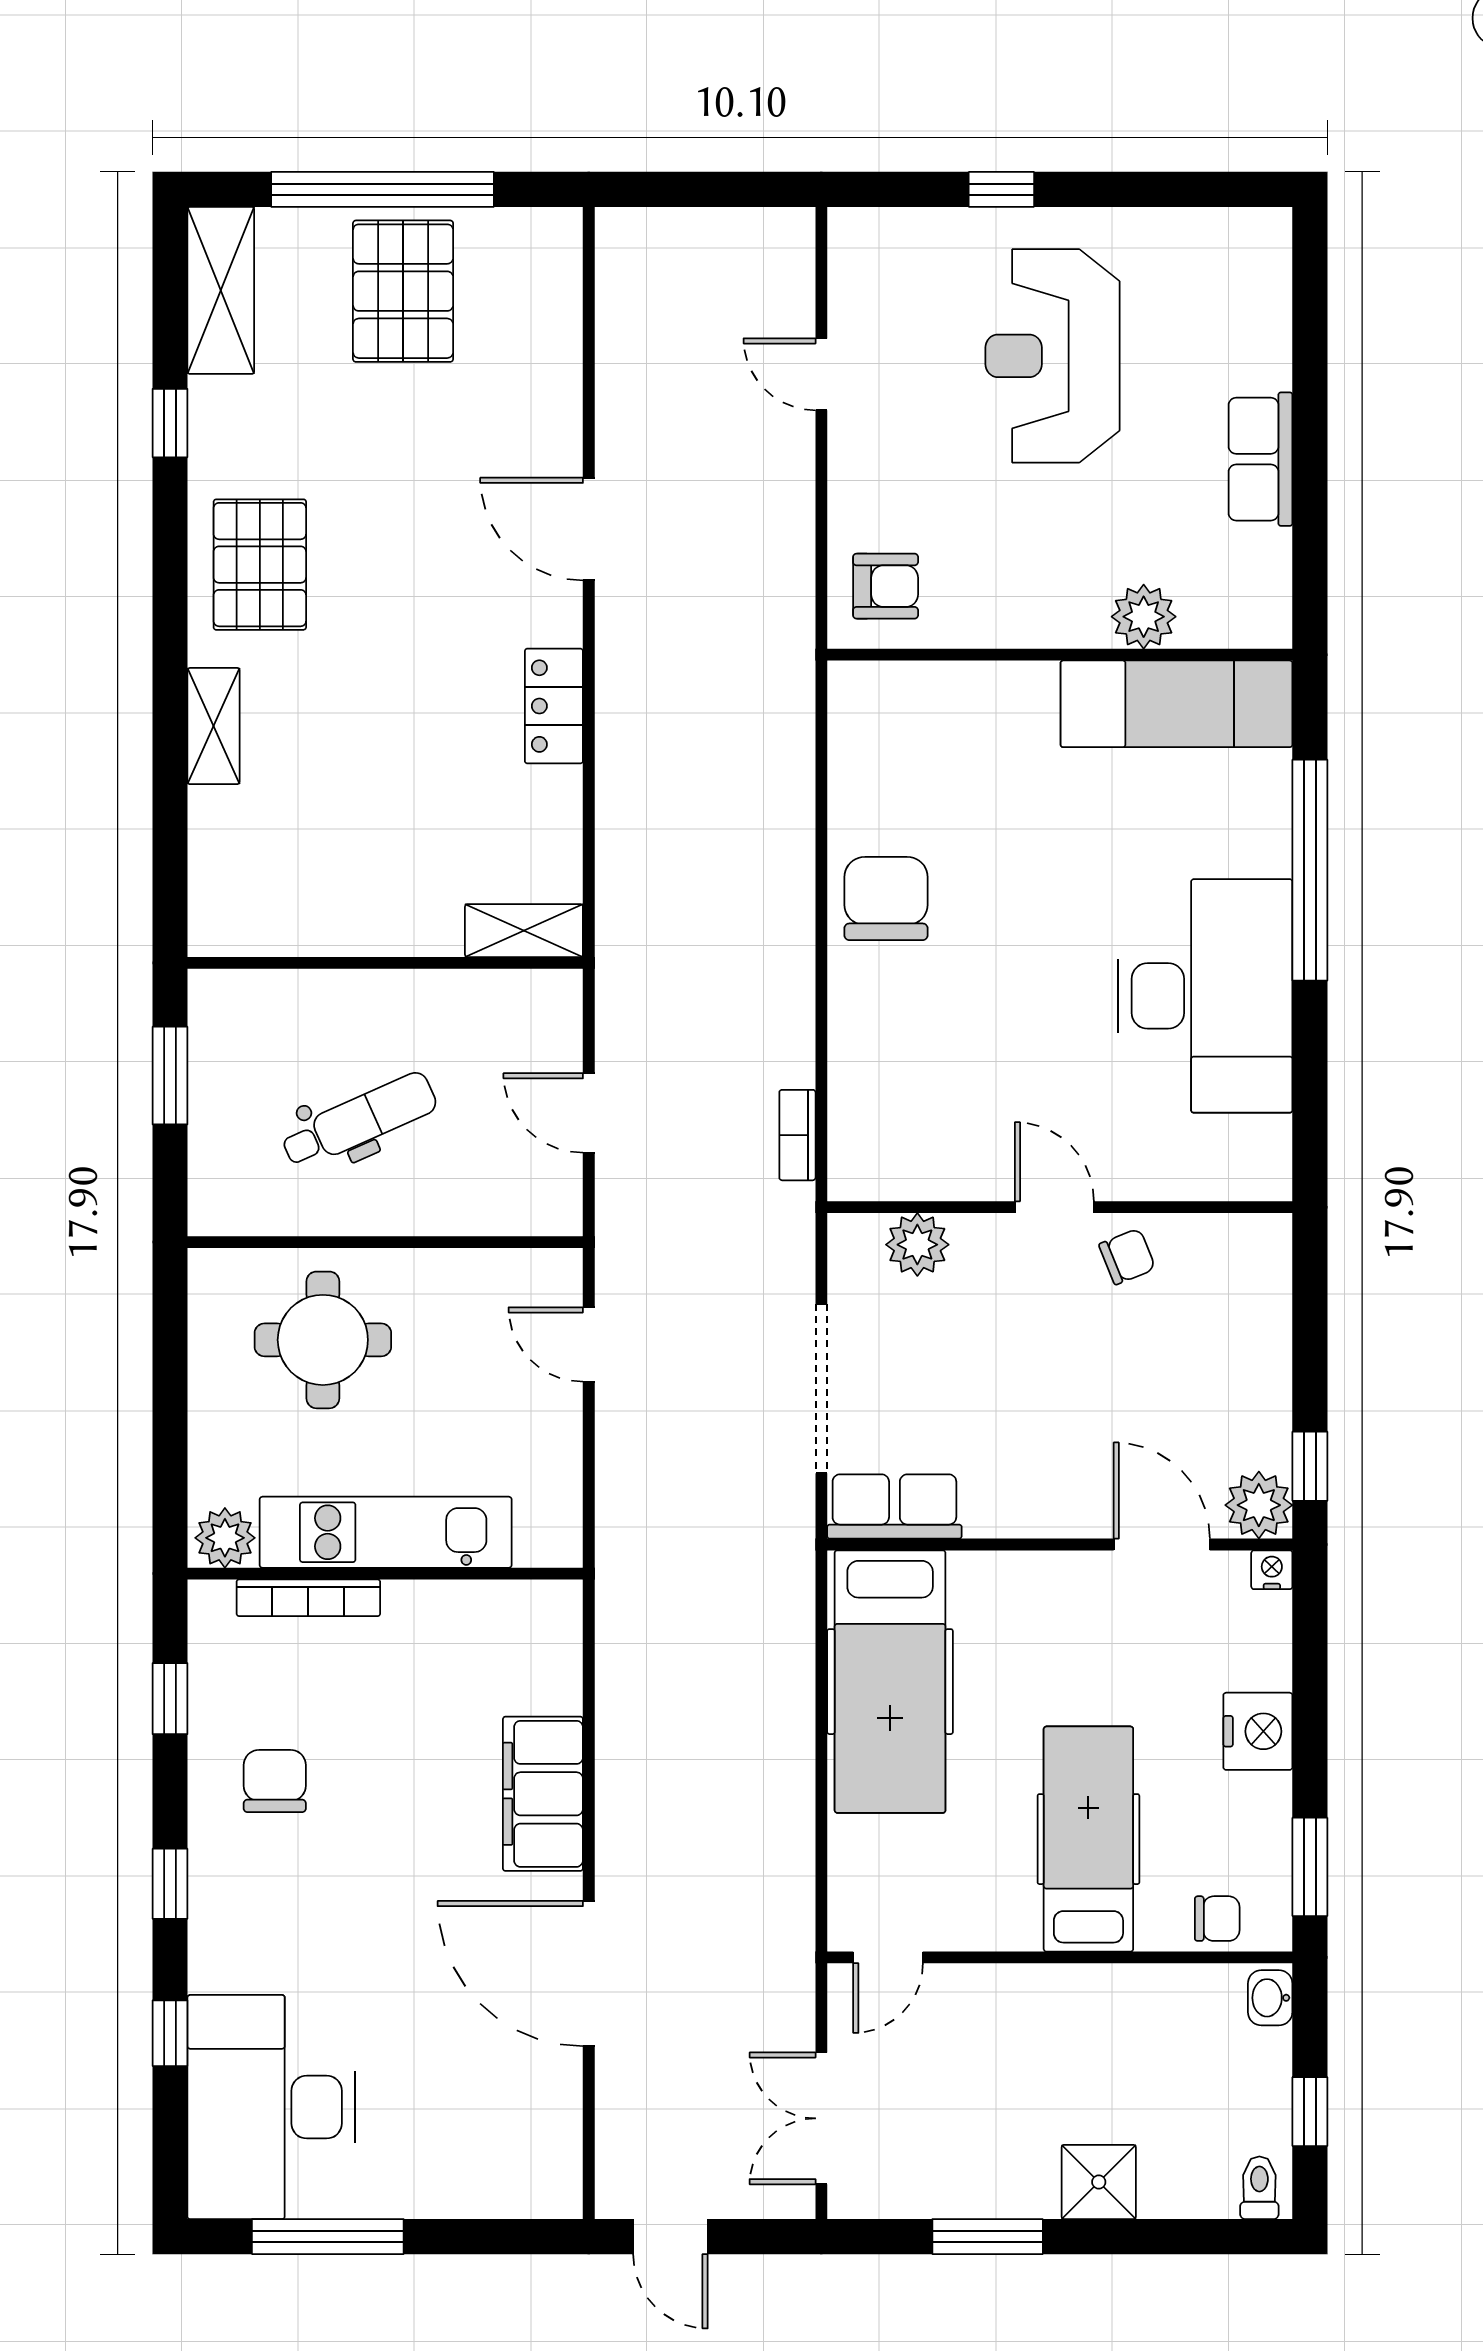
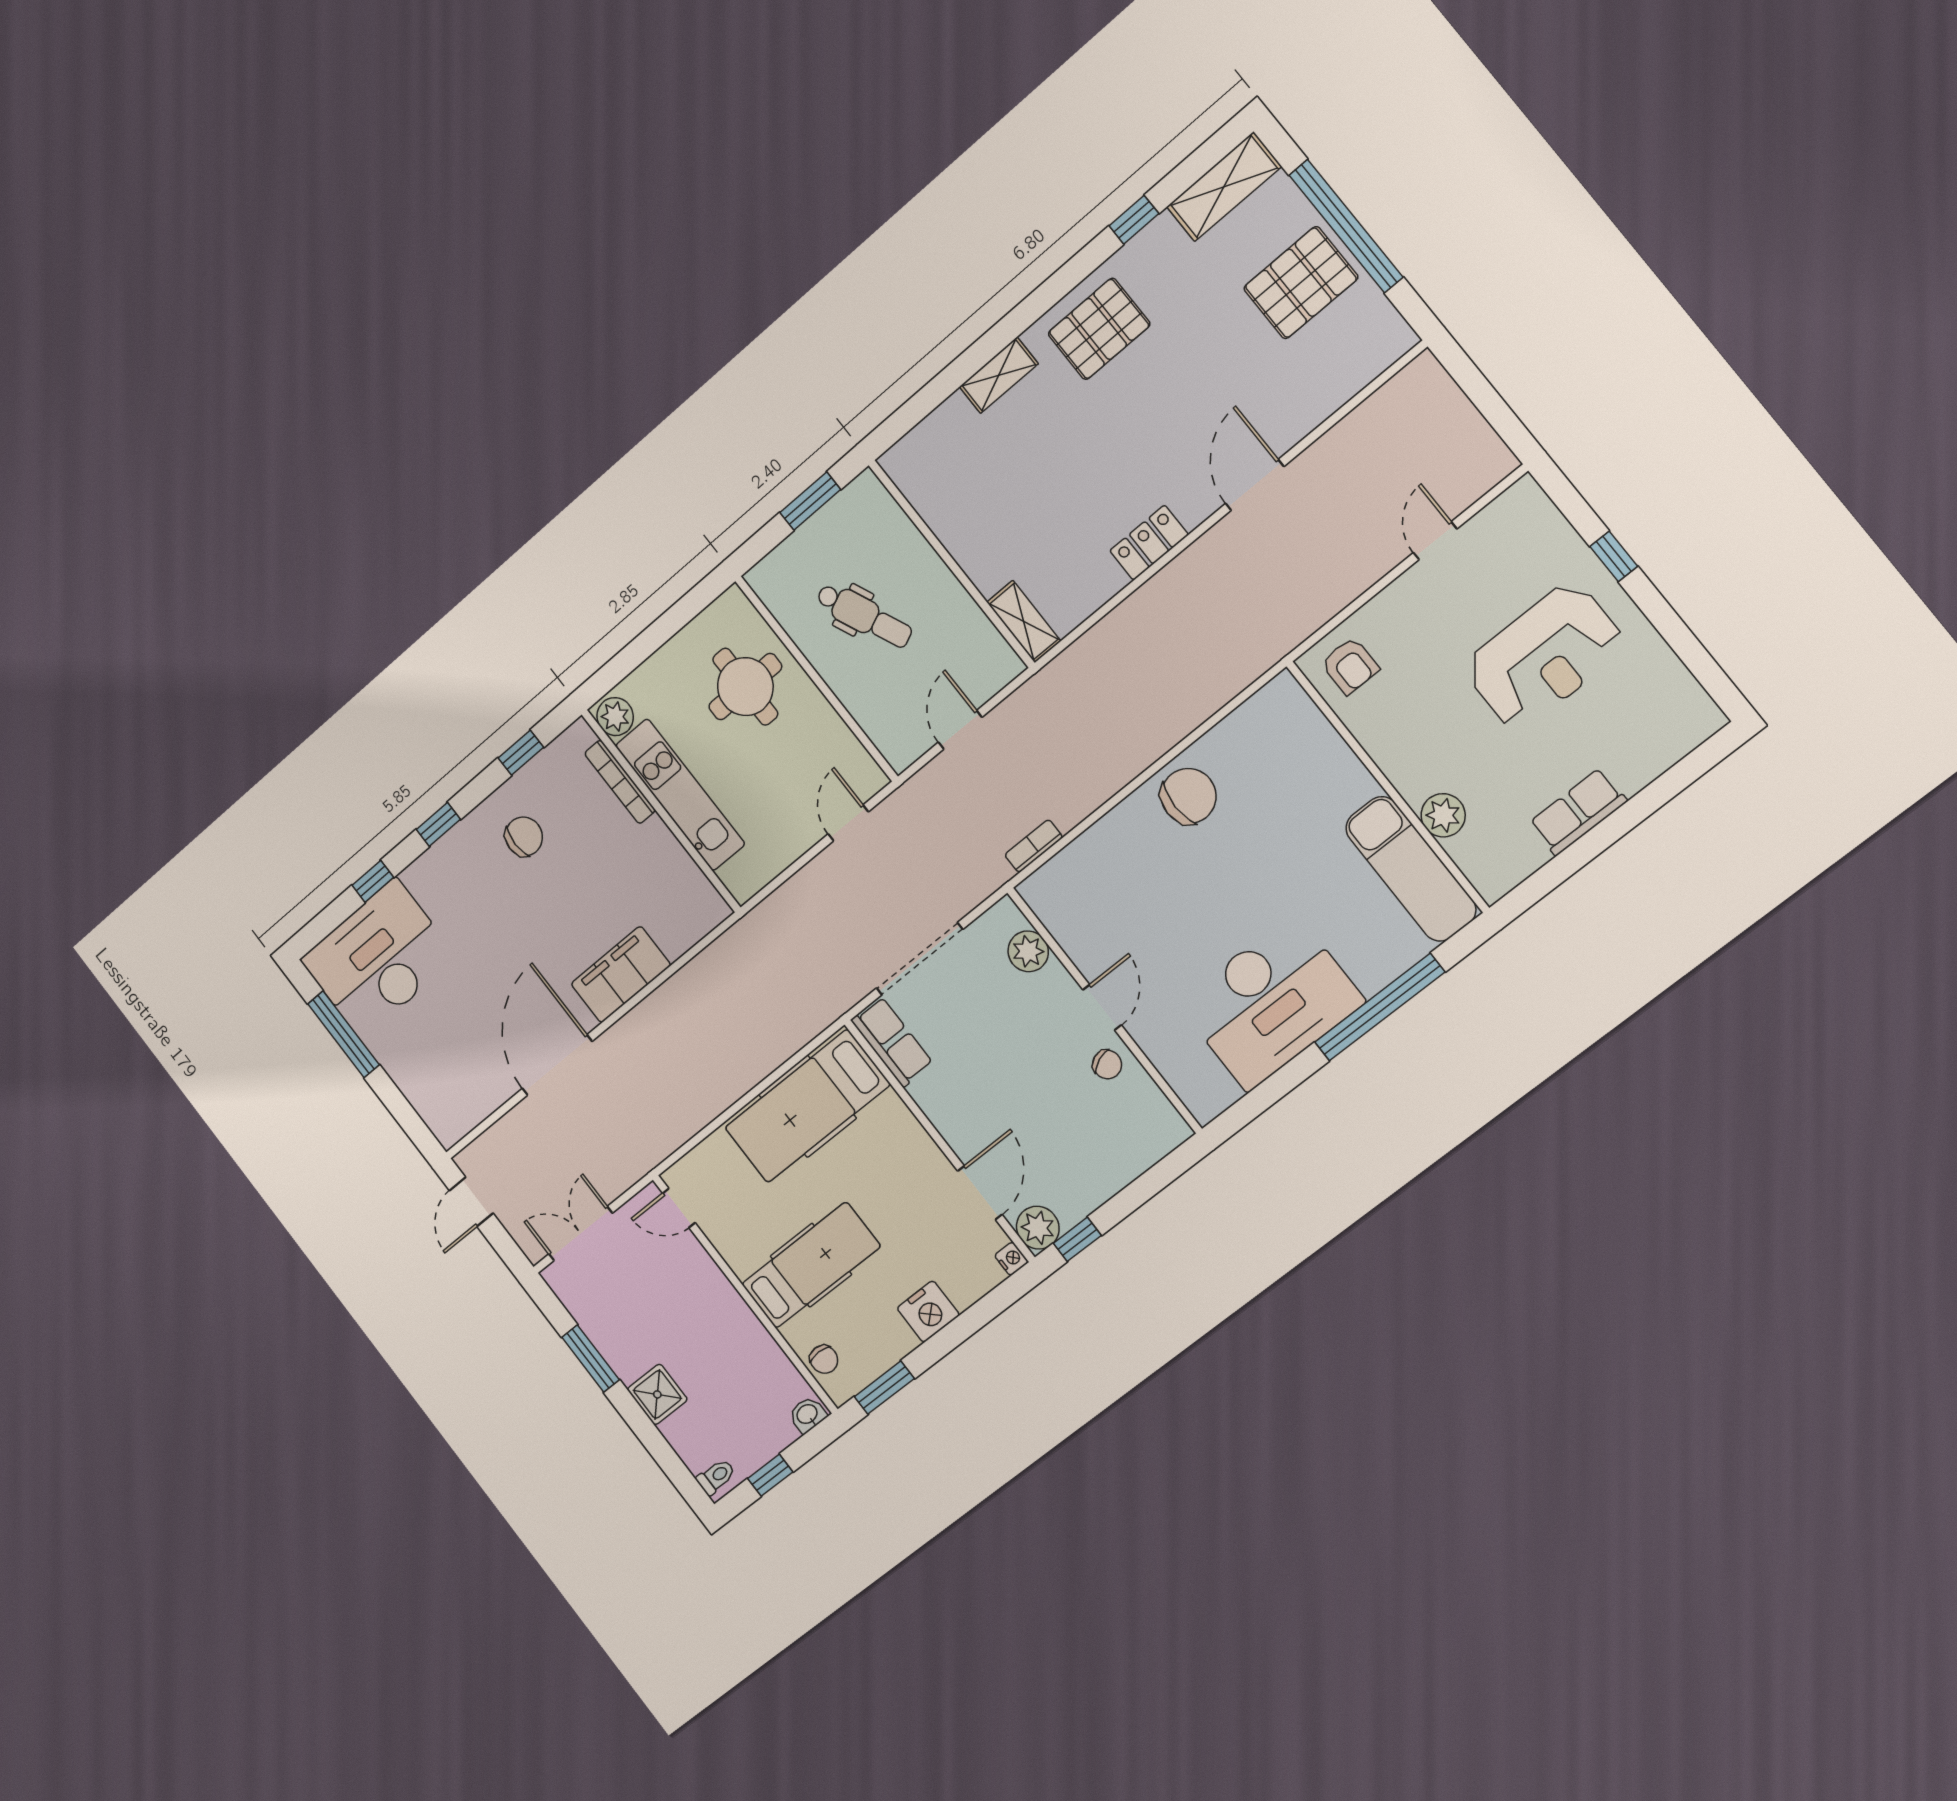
reception desk: (1052, 356) -> (1544, 656), turned 180

